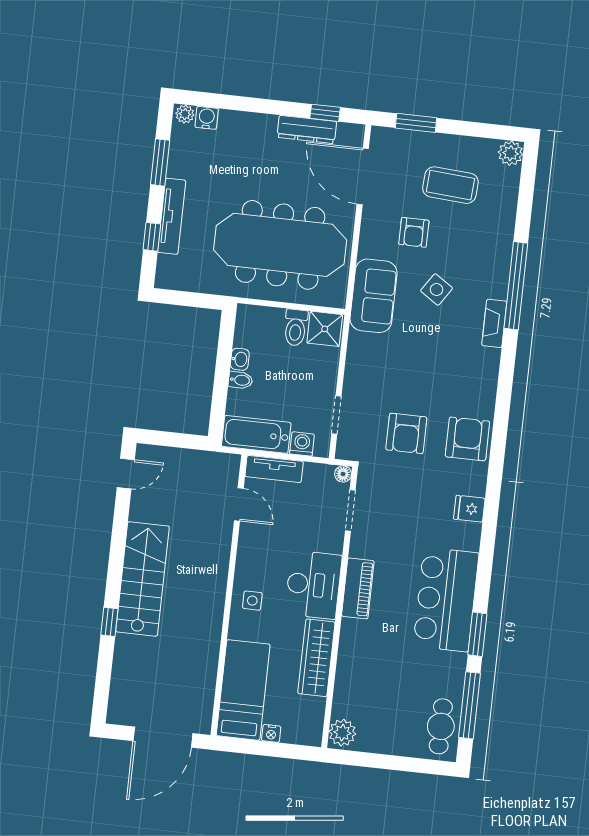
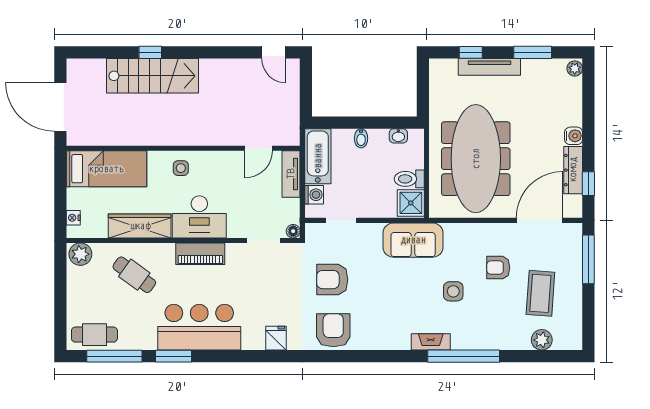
water cooler: (207, 118) -> (574, 136), moved
window: (416, 123) -> (588, 259), width x1.44
plant: (511, 153) -> (542, 340), moved
side table: (437, 290) -> (453, 291), turned -34
sofa: (373, 296) -> (413, 240), moved
washbasin: (240, 359) -> (398, 136), moved
armchair: (467, 439) -> (333, 330), turned -90
stairs: (143, 579) -> (153, 76), moved
cafe table: (374, 671) -> (134, 275), added
nightstand: (271, 733) -> (73, 218), moved

